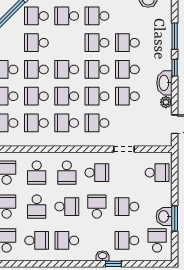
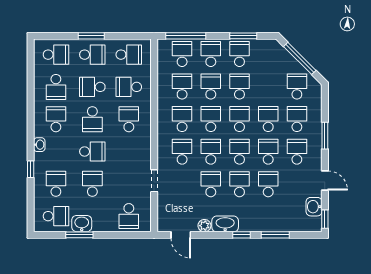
school desk: (36, 43) -> (268, 119), moved
school desk: (67, 173) -> (129, 119), turned 90
school desk: (97, 173) -> (129, 152), removed
washbasin: (102, 256) -> (39, 145), moved

